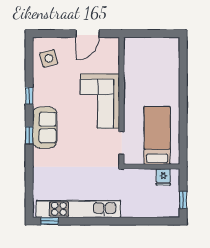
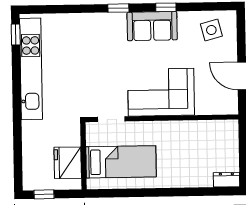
dresser: (174, 48) -> (226, 180), added
sofa: (45, 128) -> (152, 26), moved
fridge: (163, 177) -> (68, 163), width x1.88, depth x1.34

